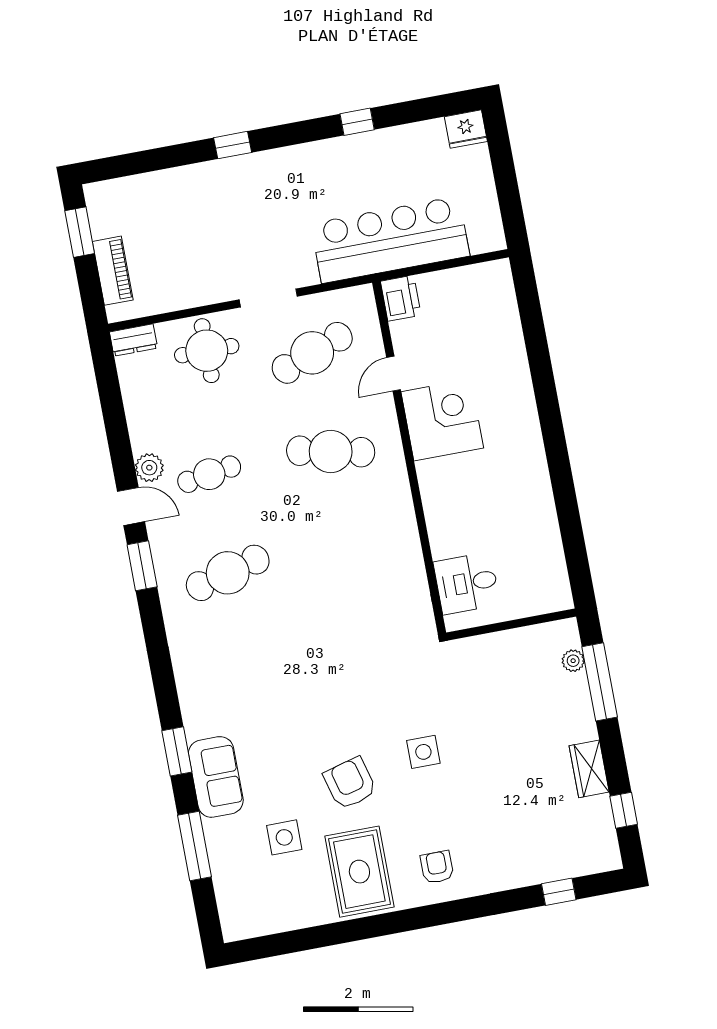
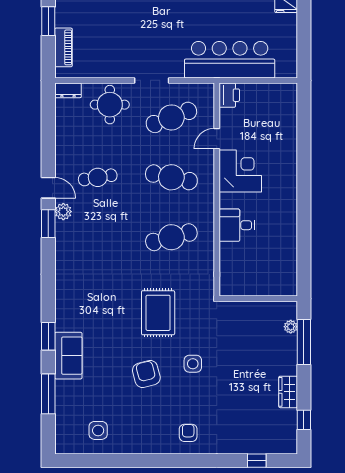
plant: (149, 468) -> (63, 212), moved
cafe table: (228, 573) -> (171, 237), moved
desk: (467, 583) -> (237, 225), moved
side table: (284, 837) -> (98, 430), moved
rug: (359, 872) -> (158, 313), moved

